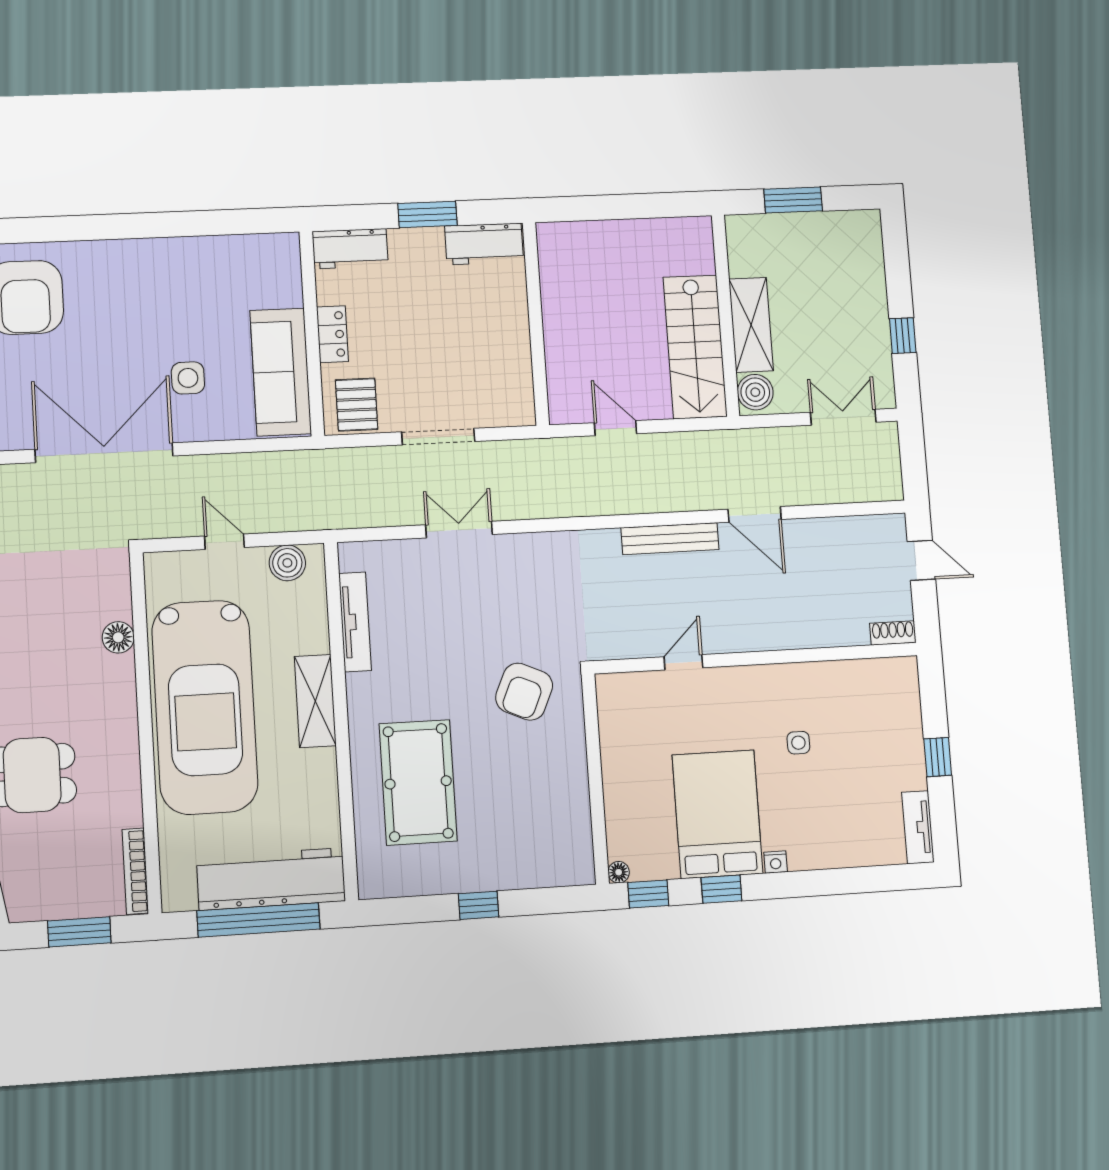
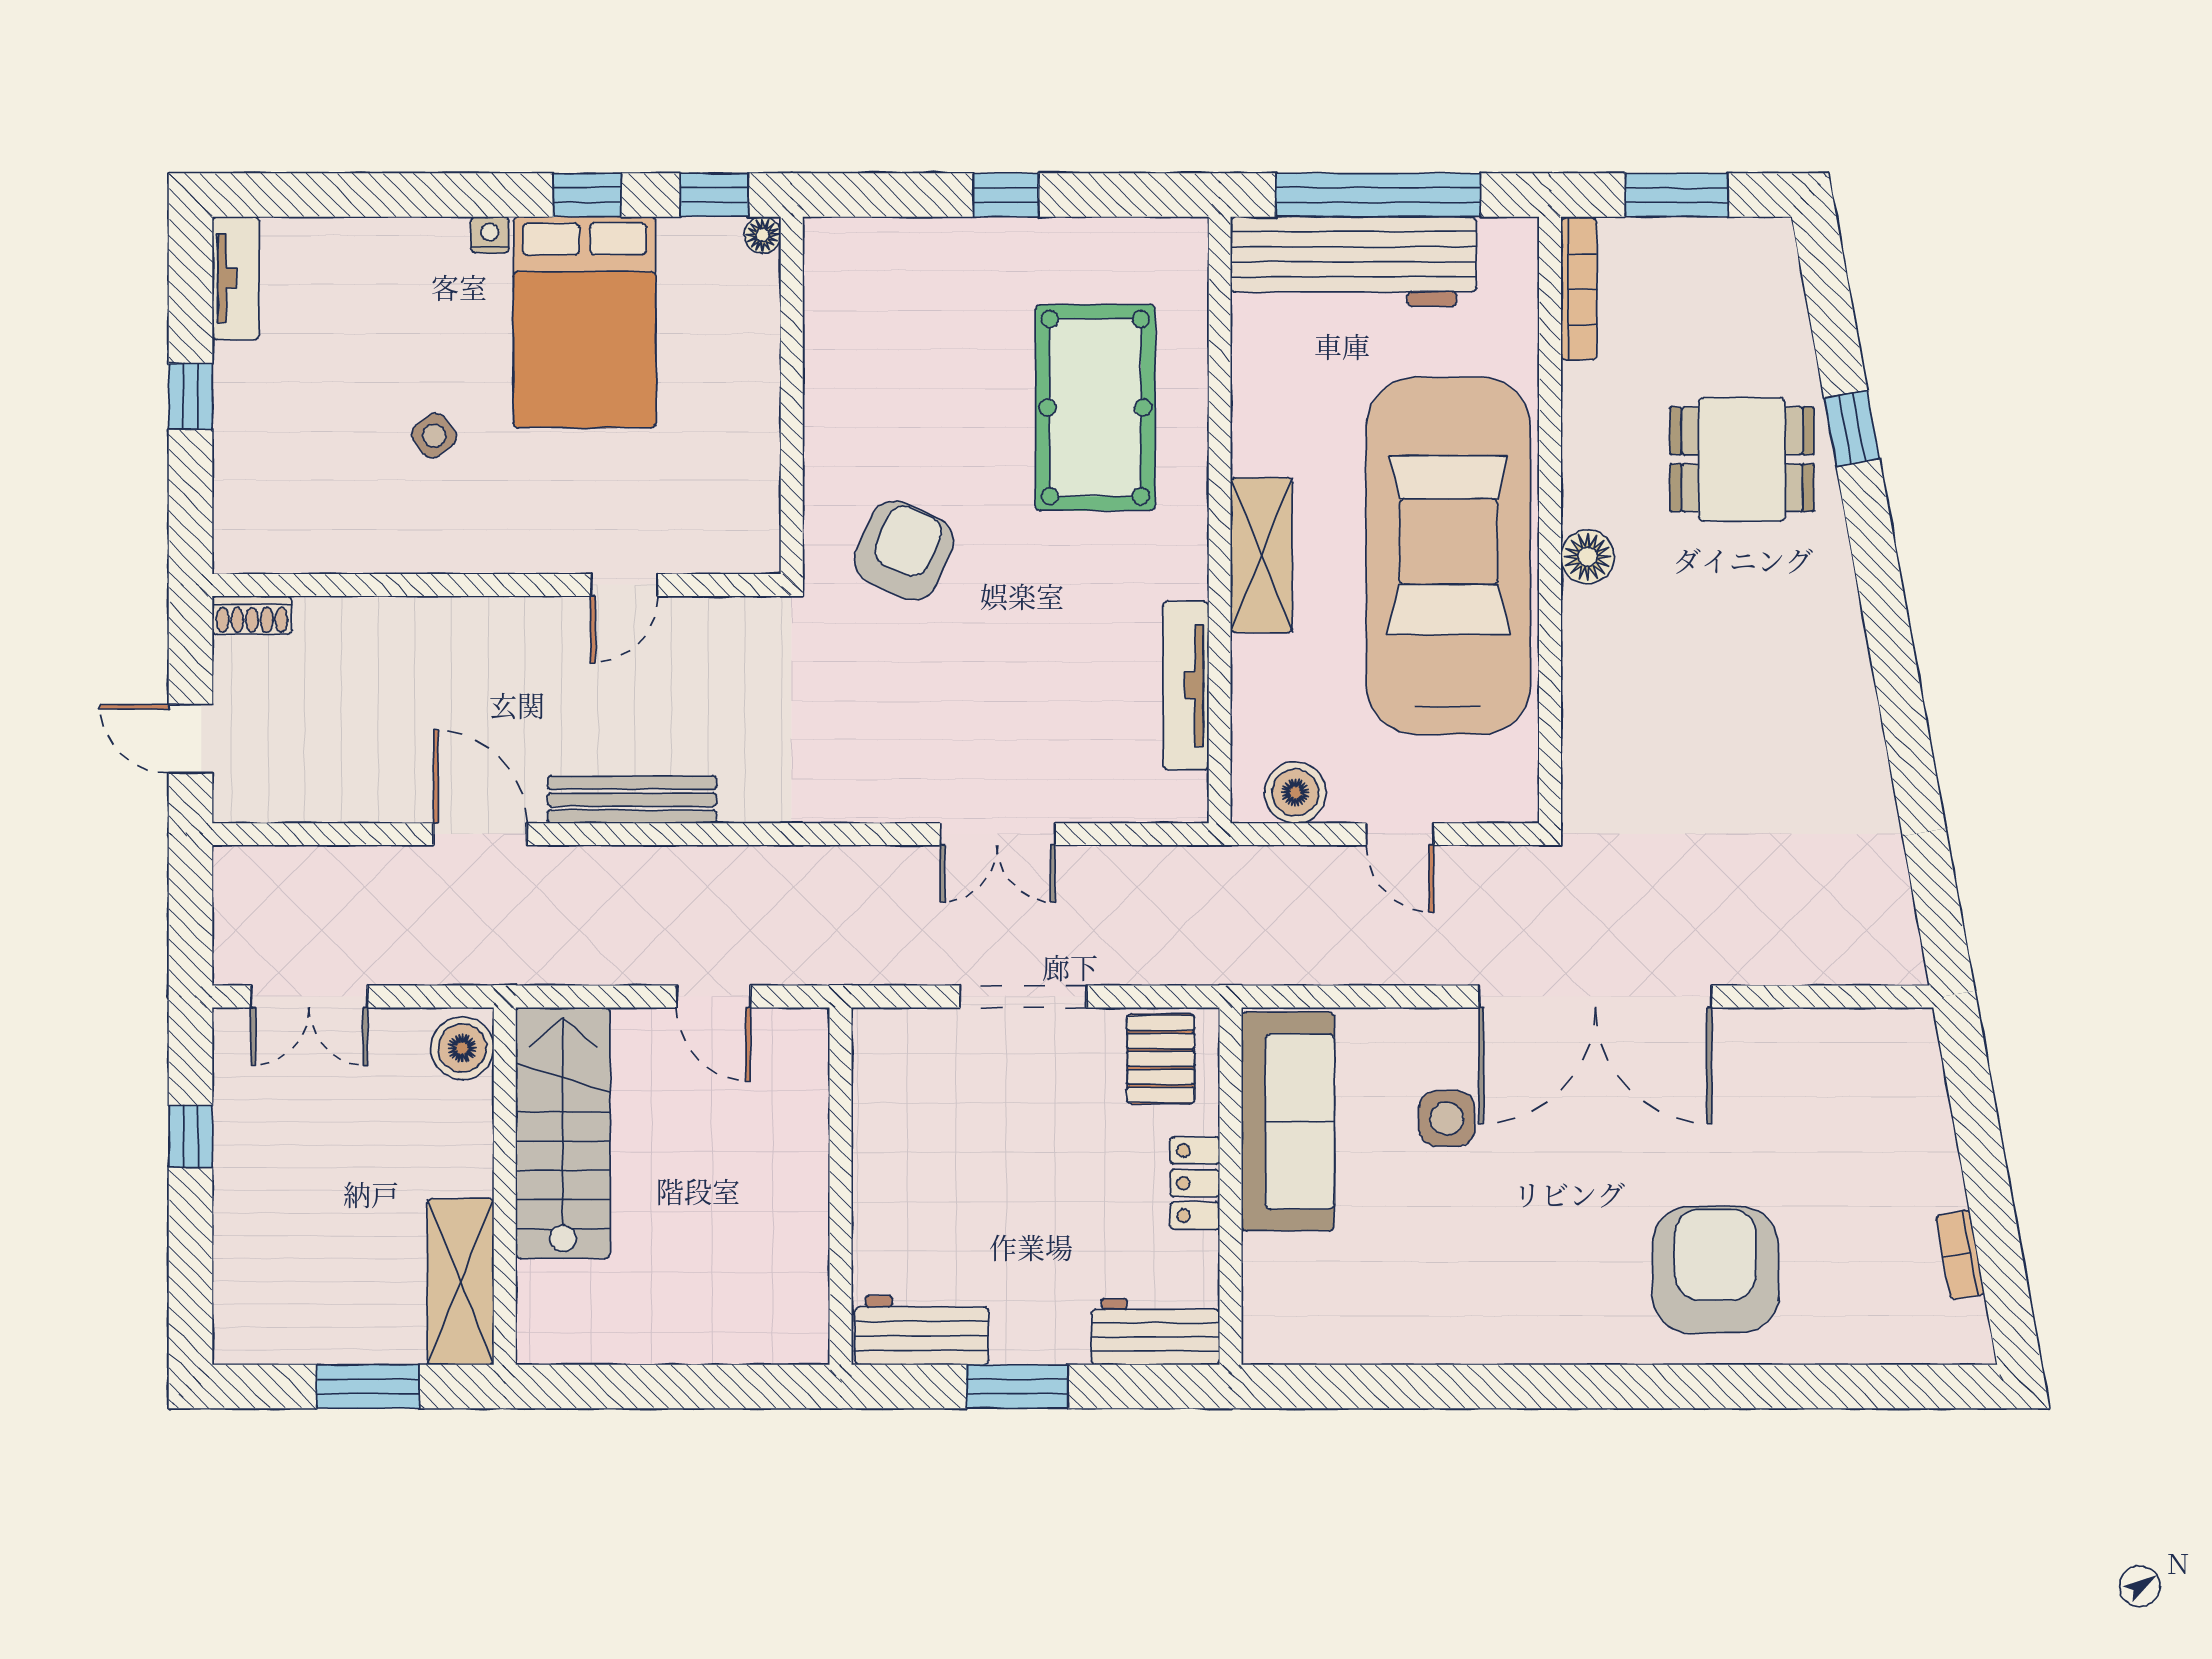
shelving: (751, 325) -> (461, 1282), moved
floor lamp: (118, 637) -> (1588, 557), moved
side table: (798, 743) -> (434, 436), turned -37

